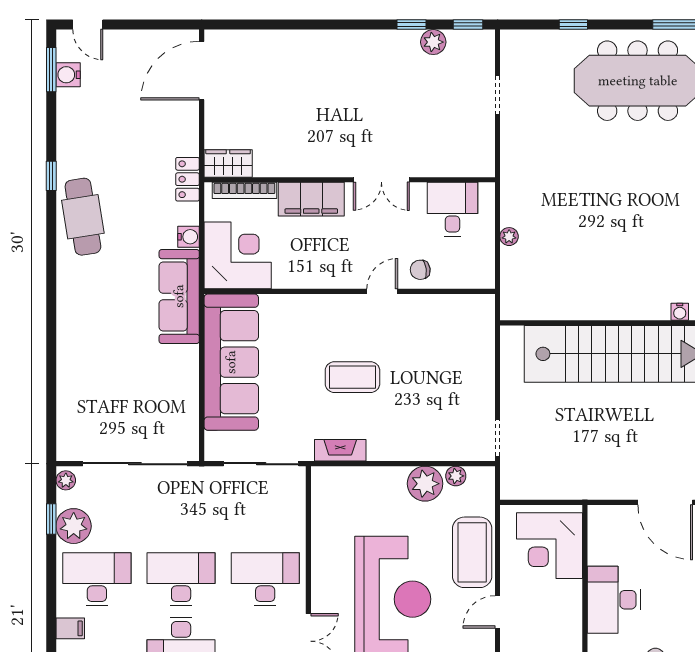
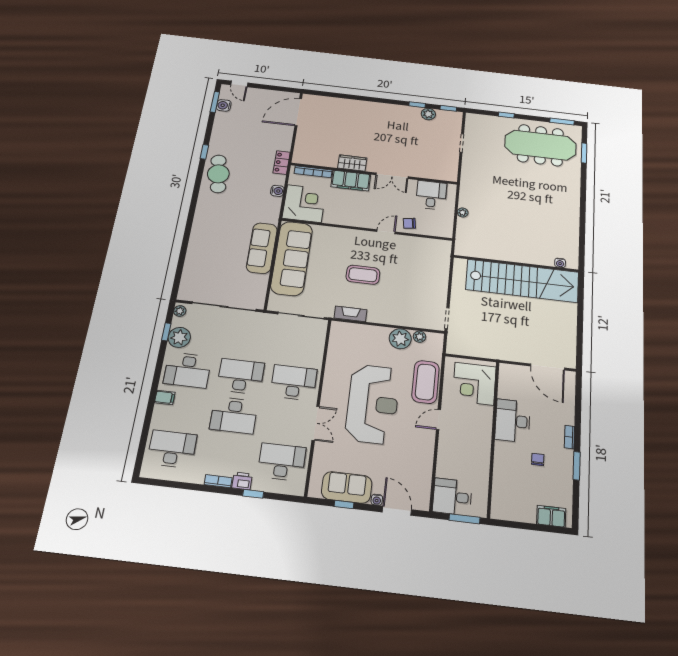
wardrobe: (228, 163) -> (352, 163), moved
sofa: (179, 296) -> (262, 248), moved
desk: (97, 579) -> (188, 370), turned 180

